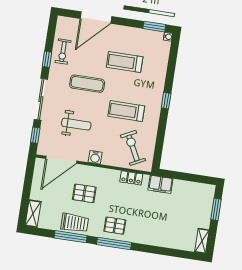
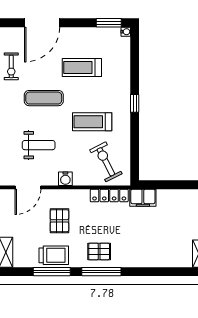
door: (61, 160) -> (28, 187), width x0.73
locker: (131, 178) -> (109, 196), width x1.53
pallet: (84, 193) -> (59, 221), turned 90

